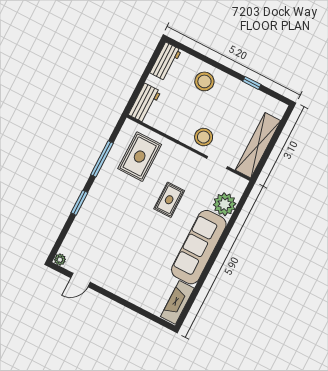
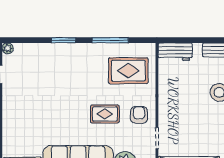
stool: (204, 137) -> (172, 116), removed
armchair: (187, 168) -> (139, 115), added

